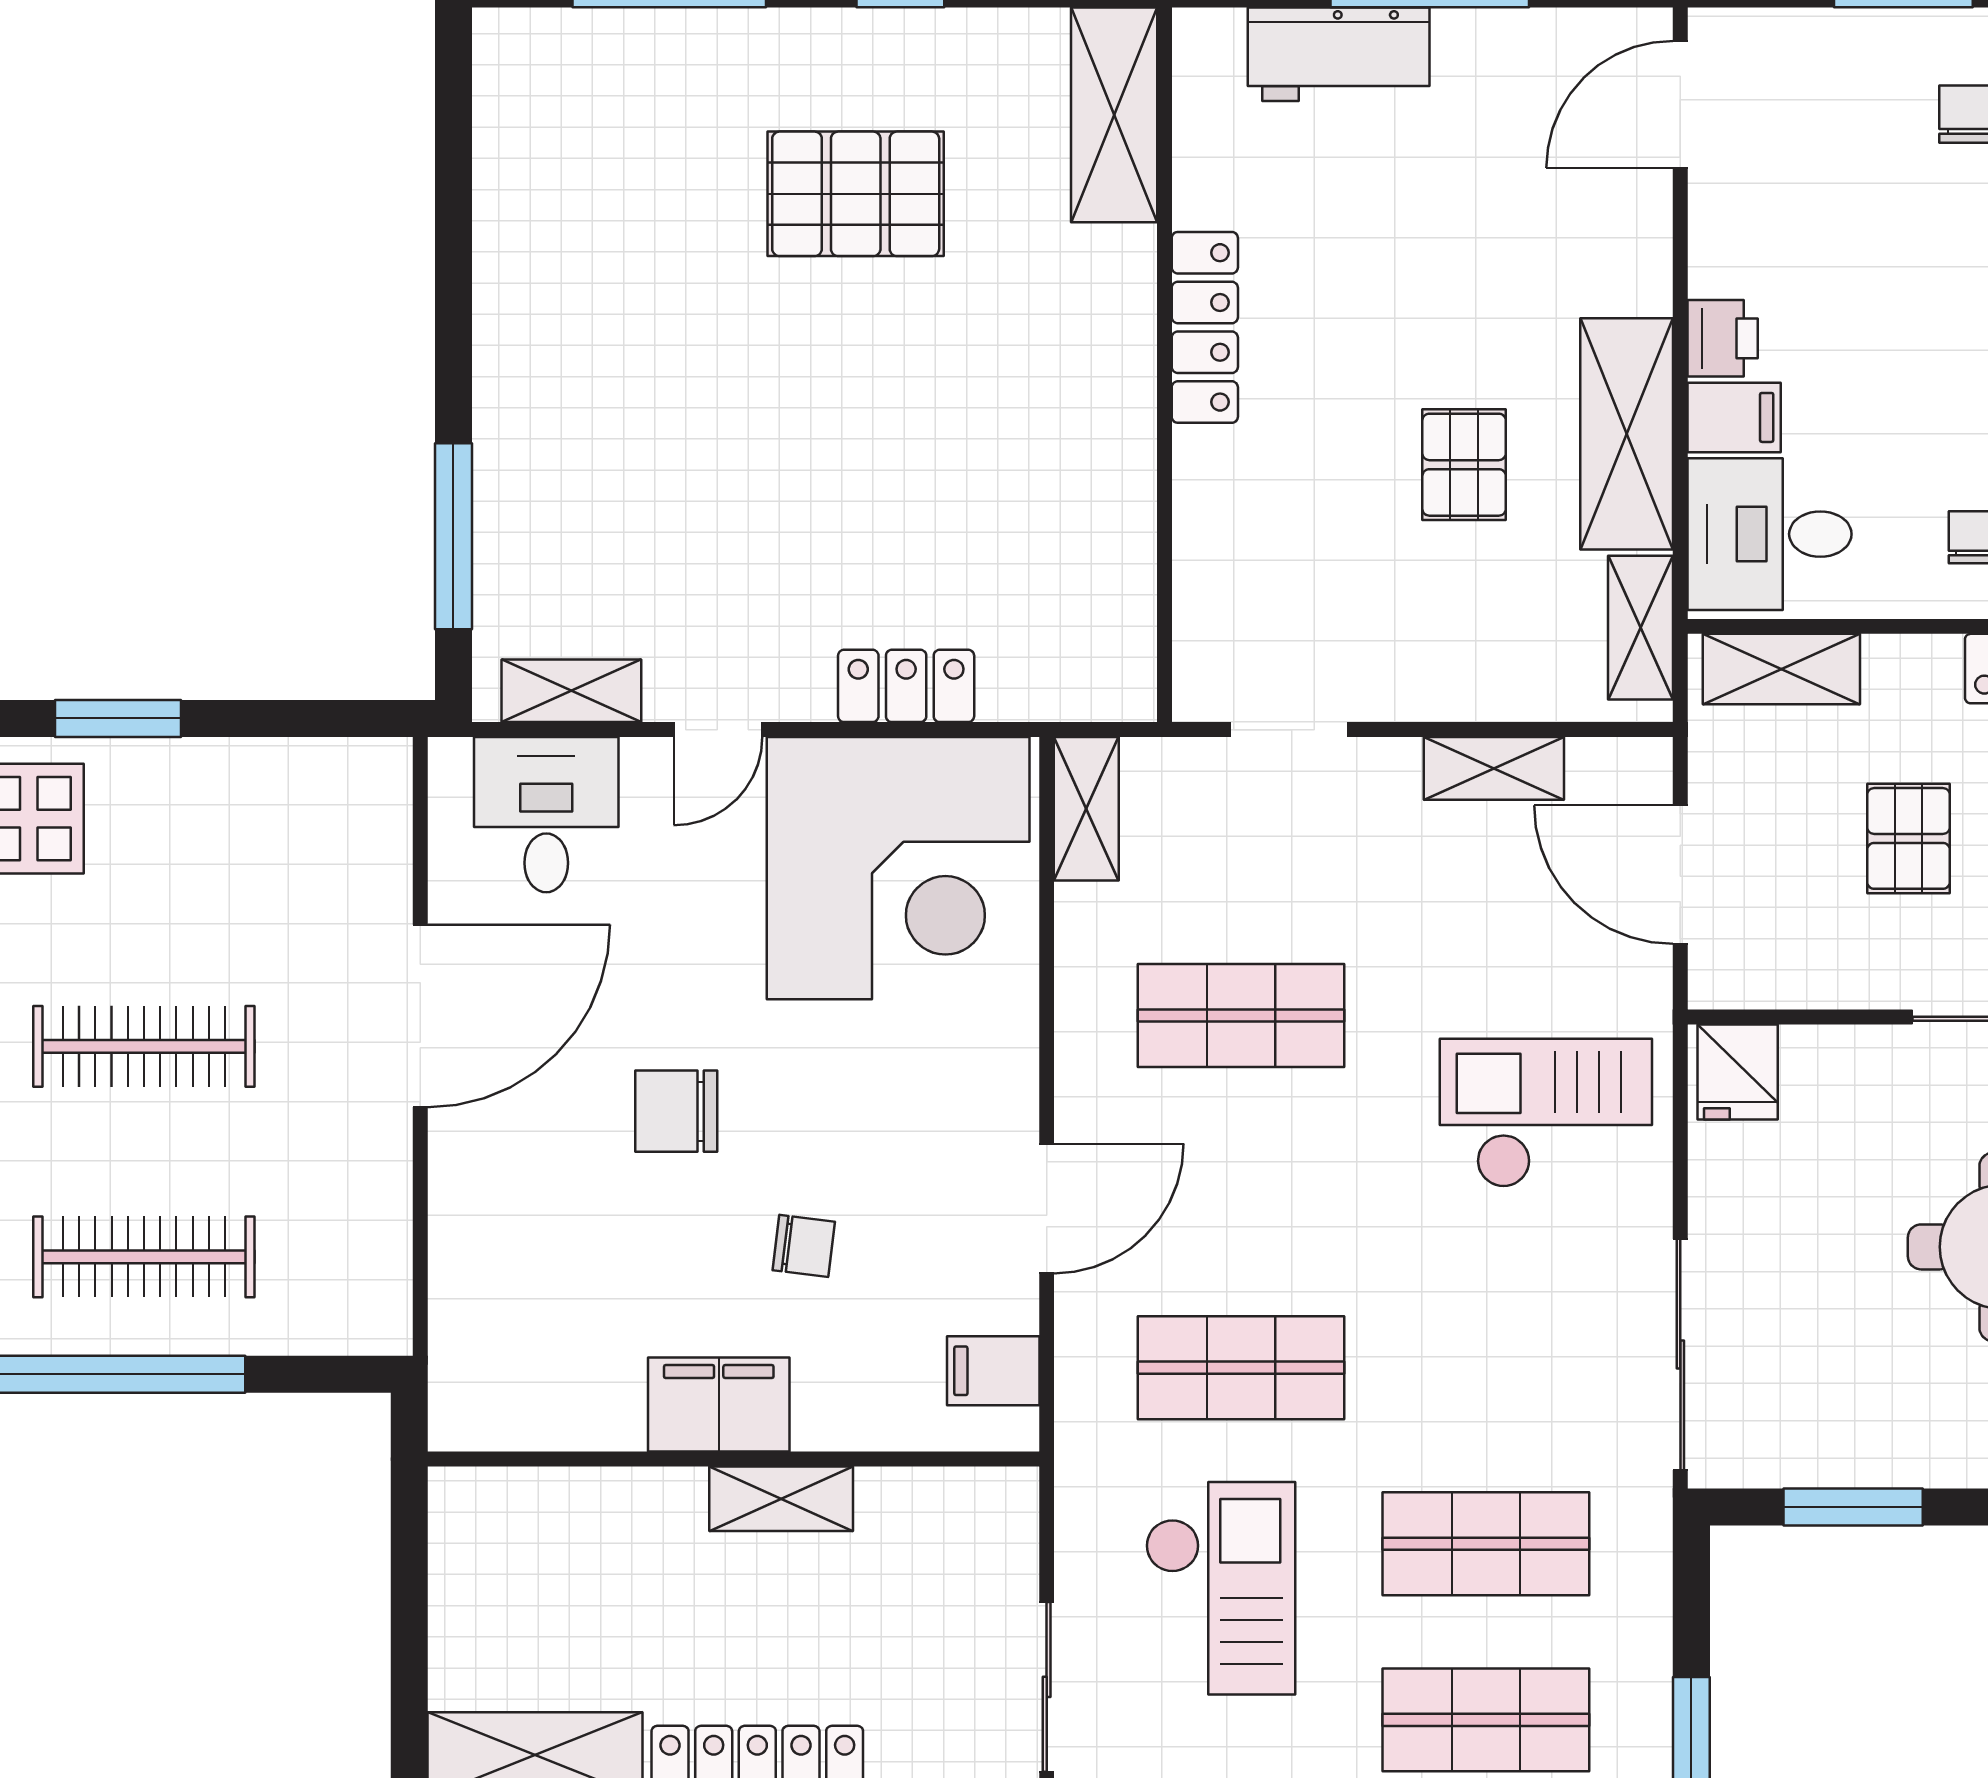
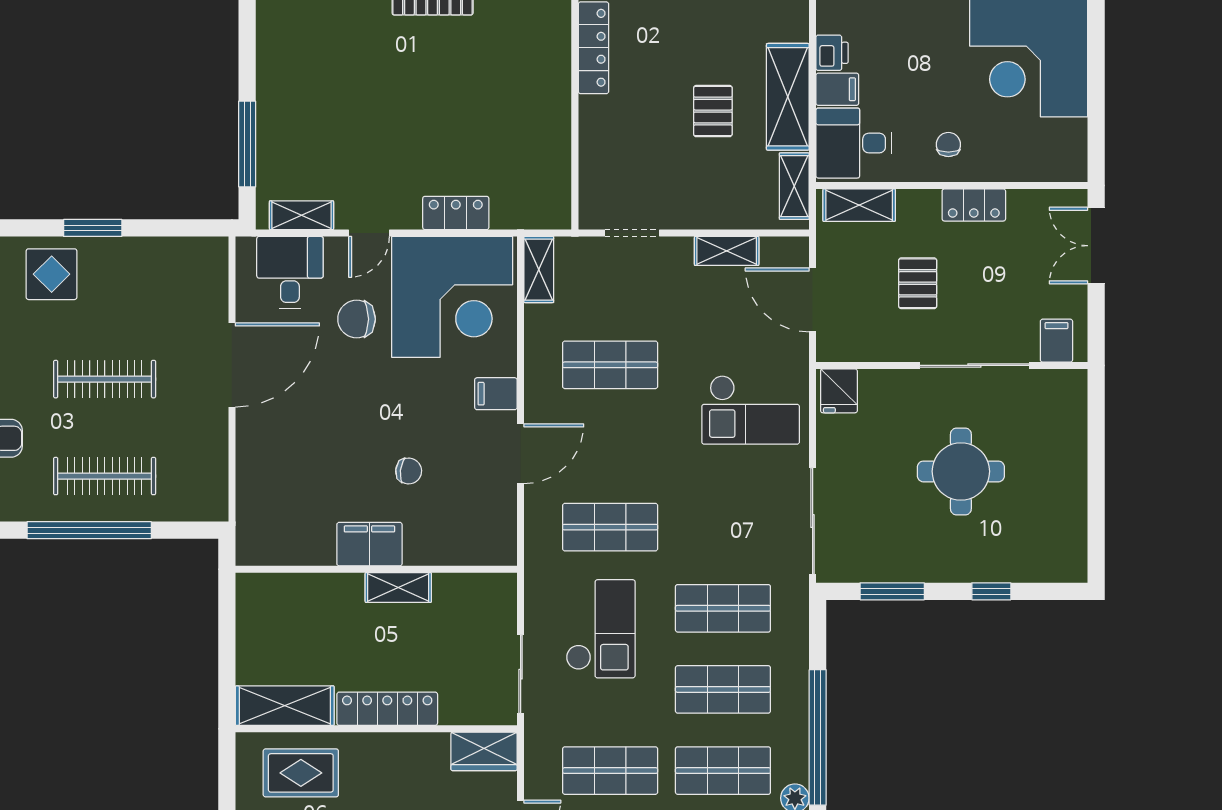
chair: (676, 1111) -> (357, 319), moved
checkout: (1546, 1113) -> (751, 410), turned 180
filing cabinet: (993, 1371) -> (496, 394), moved

